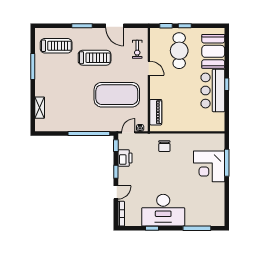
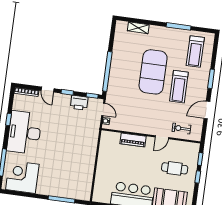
cafe table: (179, 51) -> (175, 168), width x0.73, depth x0.74
exercise mat: (117, 95) -> (153, 72), moved
piano: (156, 112) -> (133, 140), moved
chair: (164, 146) -> (85, 142), removed
corner desk: (209, 166) -> (22, 177), moved

